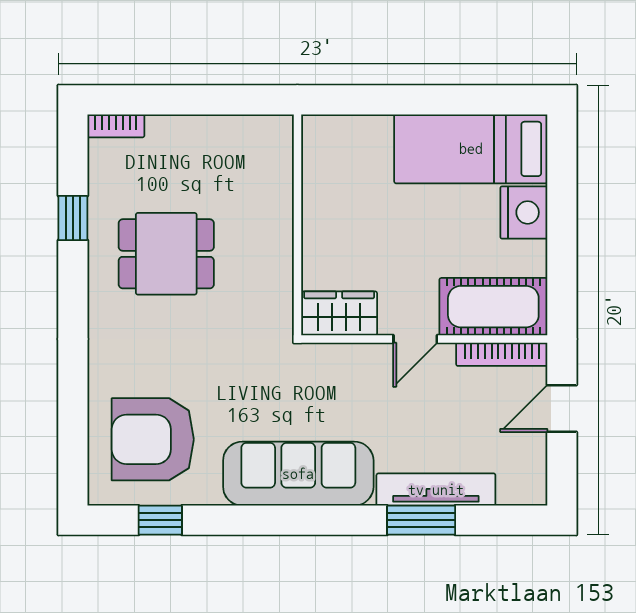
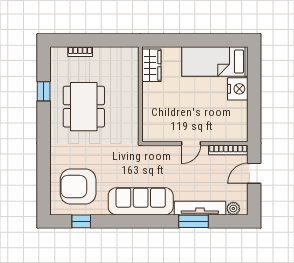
bookcase: (116, 126) -> (80, 52), moved
dining table: (166, 254) -> (84, 107), width x1.38
cot: (493, 307) -> (225, 129), removed
wardrobe: (339, 313) -> (151, 65), moved, turned 90
plant: (514, 490) -> (233, 208), added

